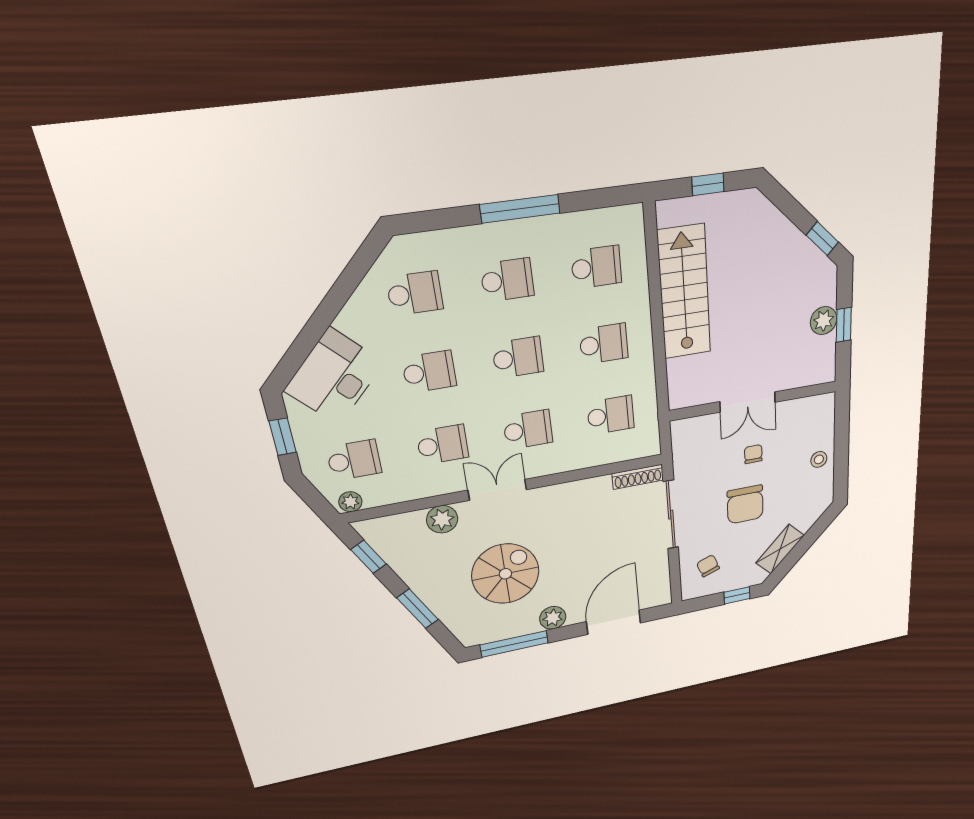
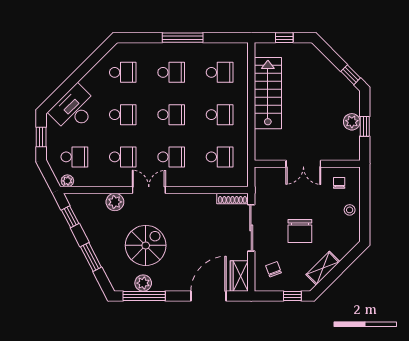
chair: (753, 454) -> (339, 183), moved
wardrobe: (657, 586) -> (239, 276), added
plant: (553, 618) -> (143, 283), moved

